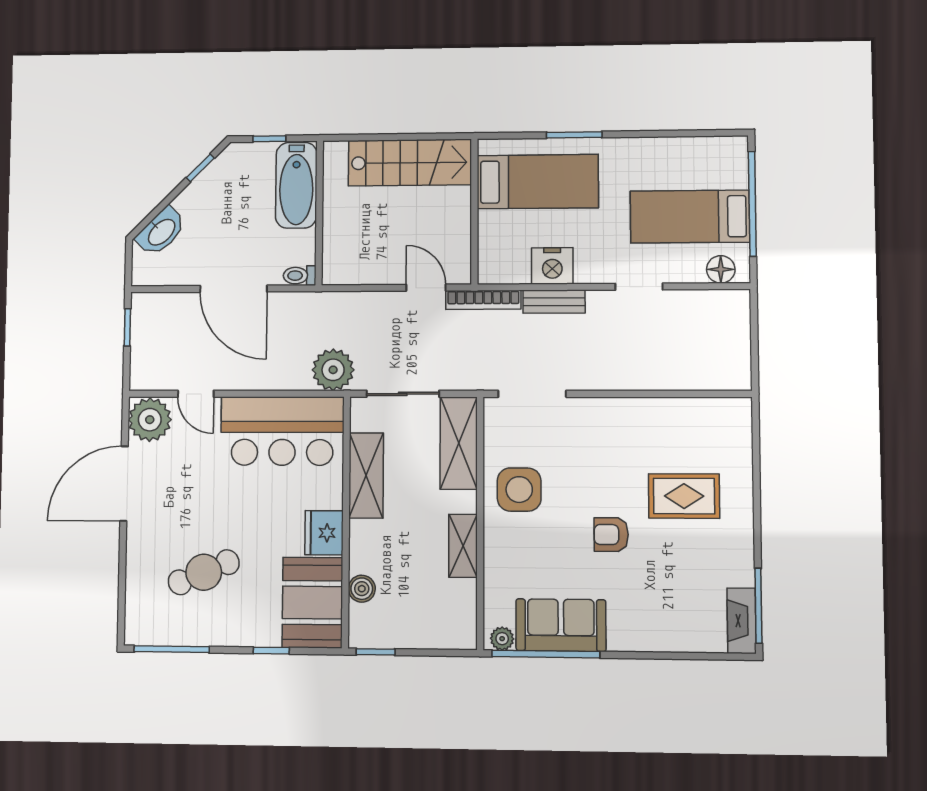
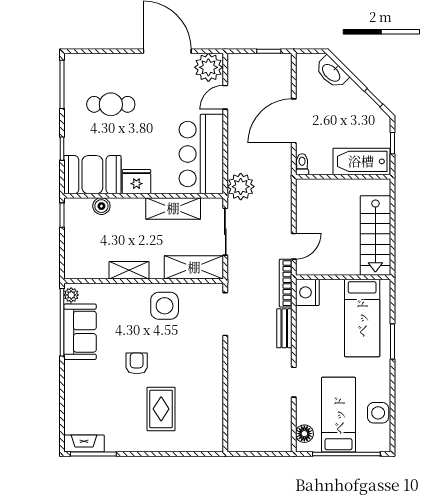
side table: (686, 155) -> (378, 413), added
nightstand: (552, 266) -> (307, 292), moved
cafe table: (204, 572) -> (111, 104), turned -67

